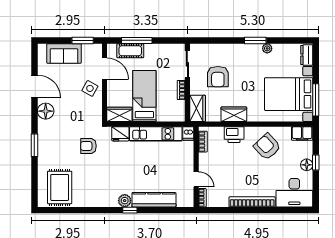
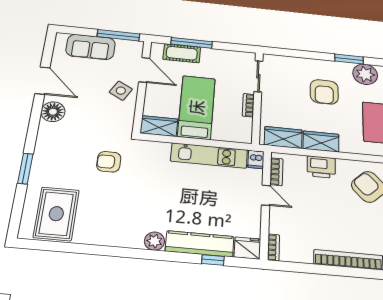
window: (83, 40) -> (118, 35), width x1.44
plant: (267, 48) -> (365, 74), width x1.88, depth x1.88
armchair: (218, 77) -> (324, 92), moved
wardrobe: (198, 108) -> (283, 137), moved, turned -90
fridge: (120, 134) -> (247, 248), moved, turned 180
window: (34, 145) -> (25, 169), moved
door: (196, 179) -> (266, 195), moved
window: (130, 210) -> (213, 260), moved

